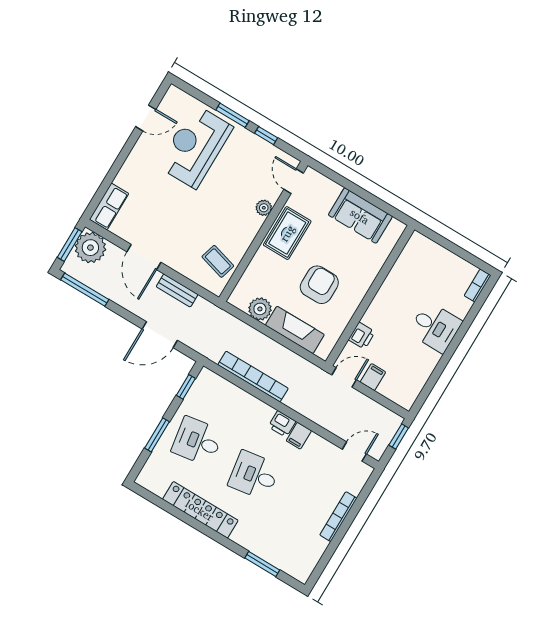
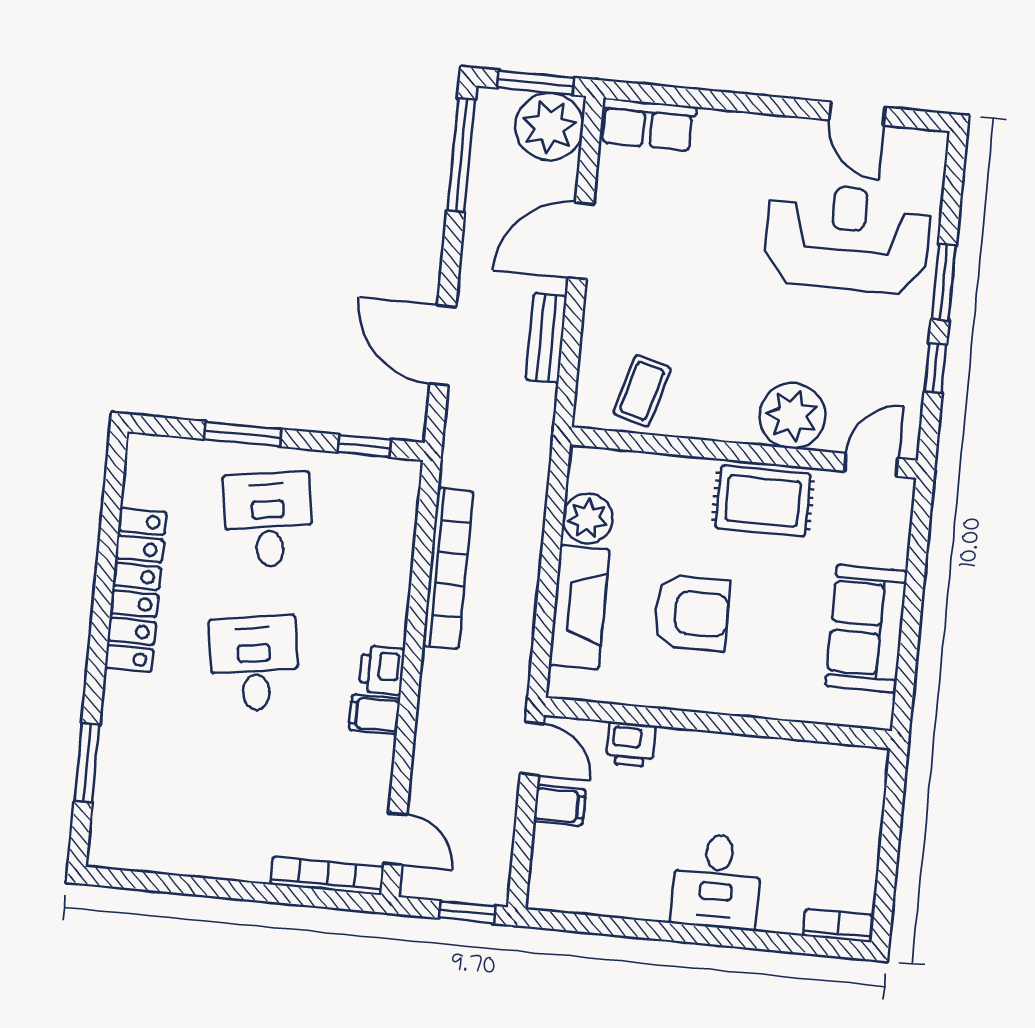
plant: (264, 208) -> (792, 416), width x1.88, depth x1.88
bookcase: (338, 517) -> (327, 876), moved

